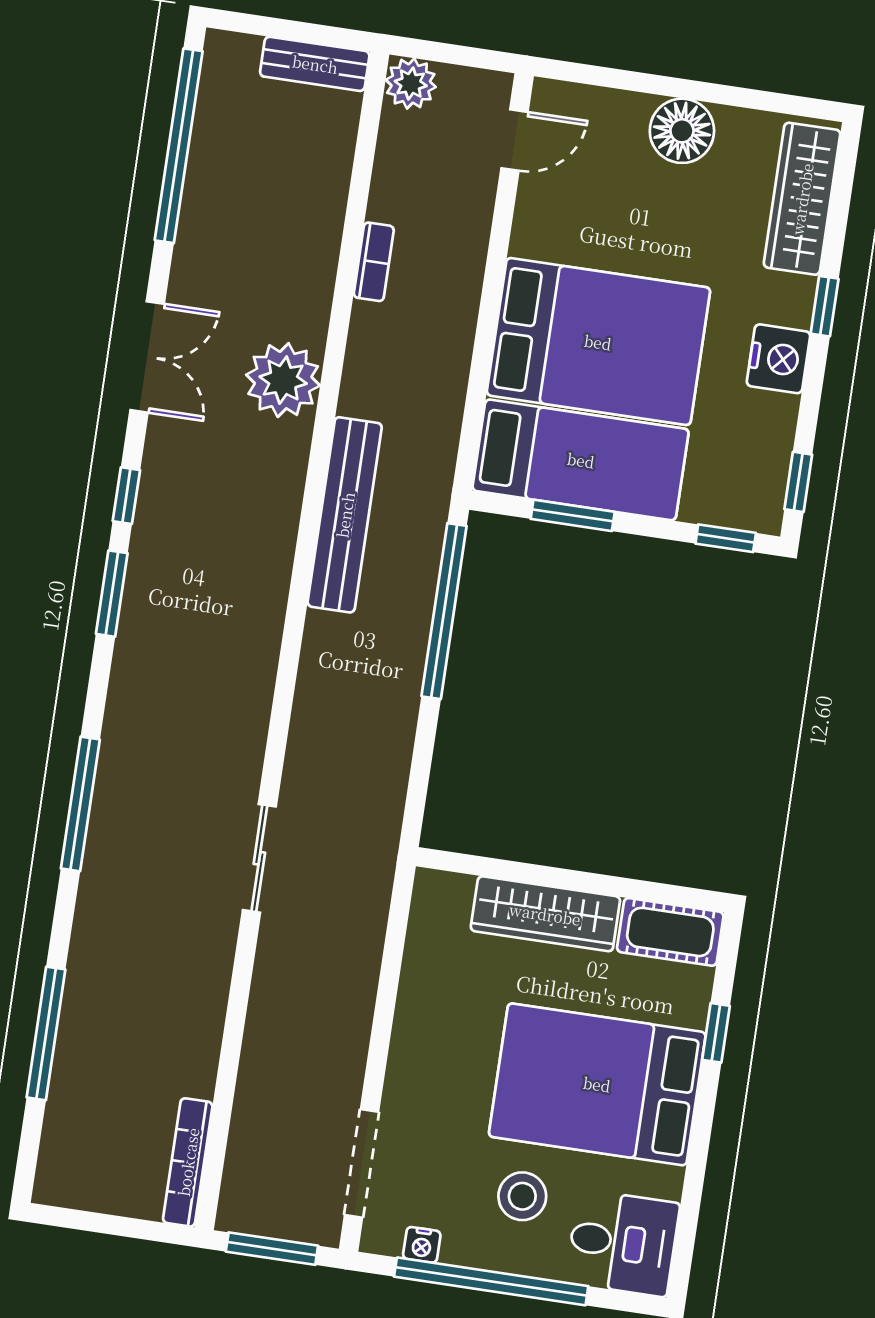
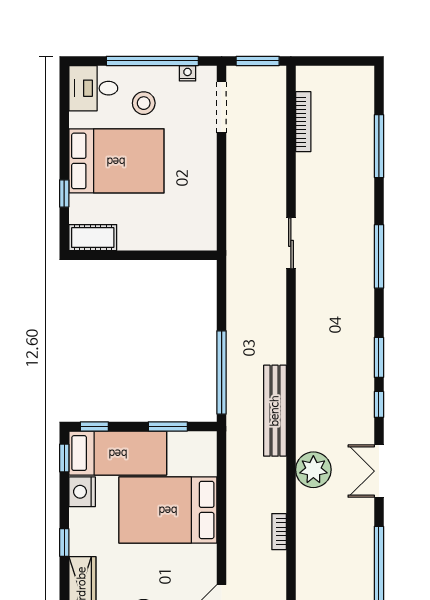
nightstand: (779, 359) -> (82, 492), moved
bed: (581, 460) -> (118, 453), moved, turned 180
wardrobe: (545, 914) -> (153, 237), removed
bookcase: (188, 1162) -> (303, 122), moved

